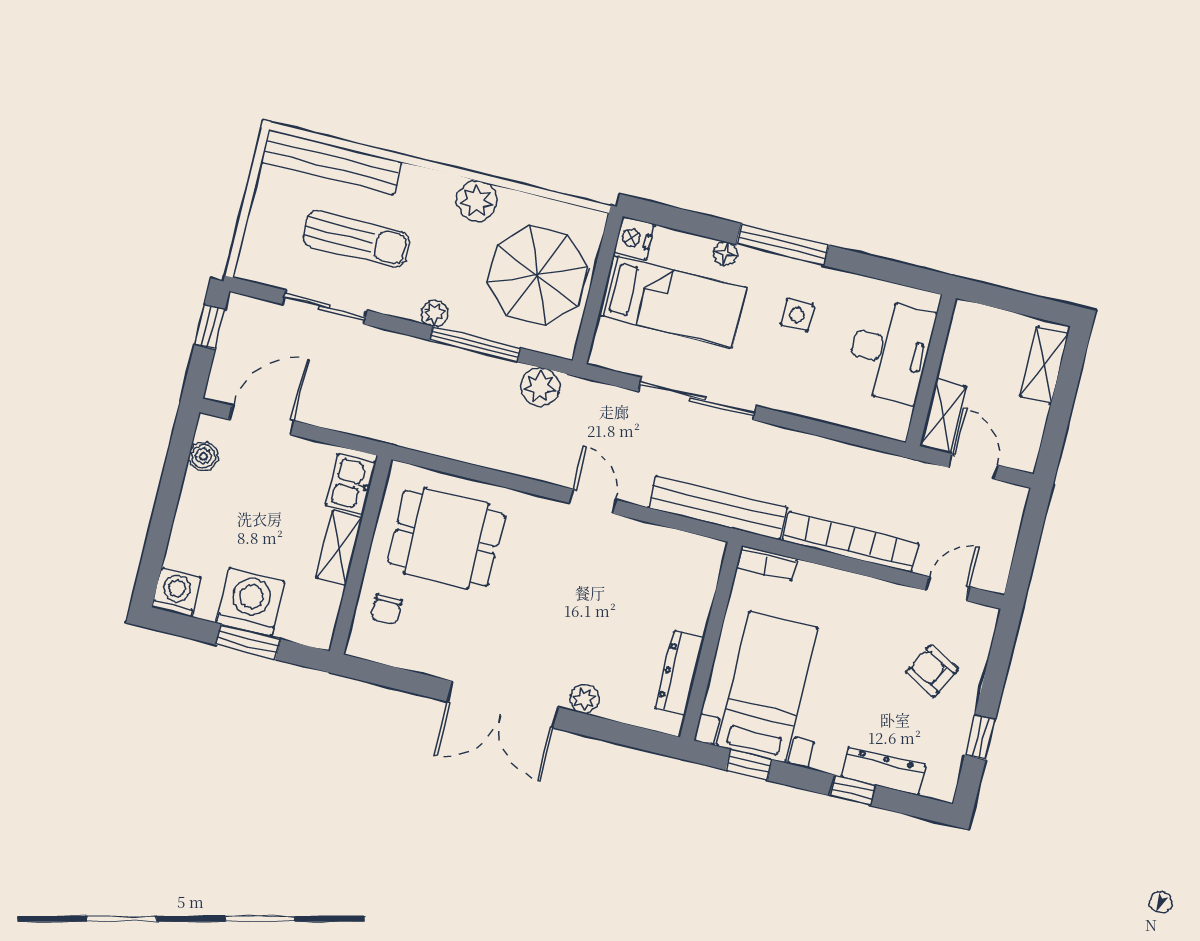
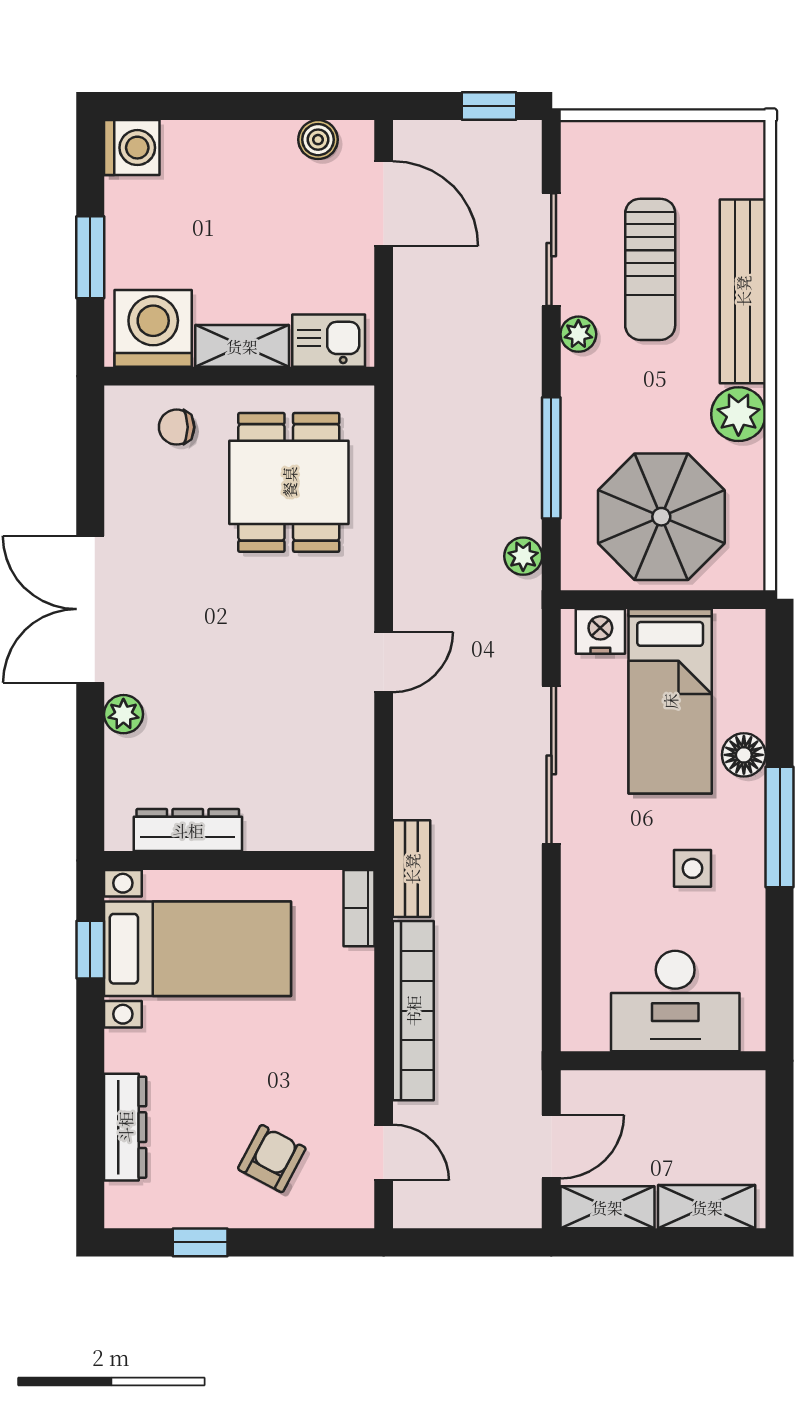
bench: (331, 162) -> (743, 291), moved
nightstand: (634, 239) -> (600, 631), moved
floor lamp: (725, 253) -> (744, 755), width x1.37, depth x1.37
plant: (435, 313) -> (578, 334), moved
plant: (540, 387) -> (523, 556), width x0.73, depth x0.73
shelving: (943, 416) -> (607, 1207), moved
bench: (718, 508) -> (412, 869), width x0.54, depth x0.82
washing machine: (250, 602) -> (153, 328), moved, turned -90
window: (853, 790) -> (90, 1093), removed

